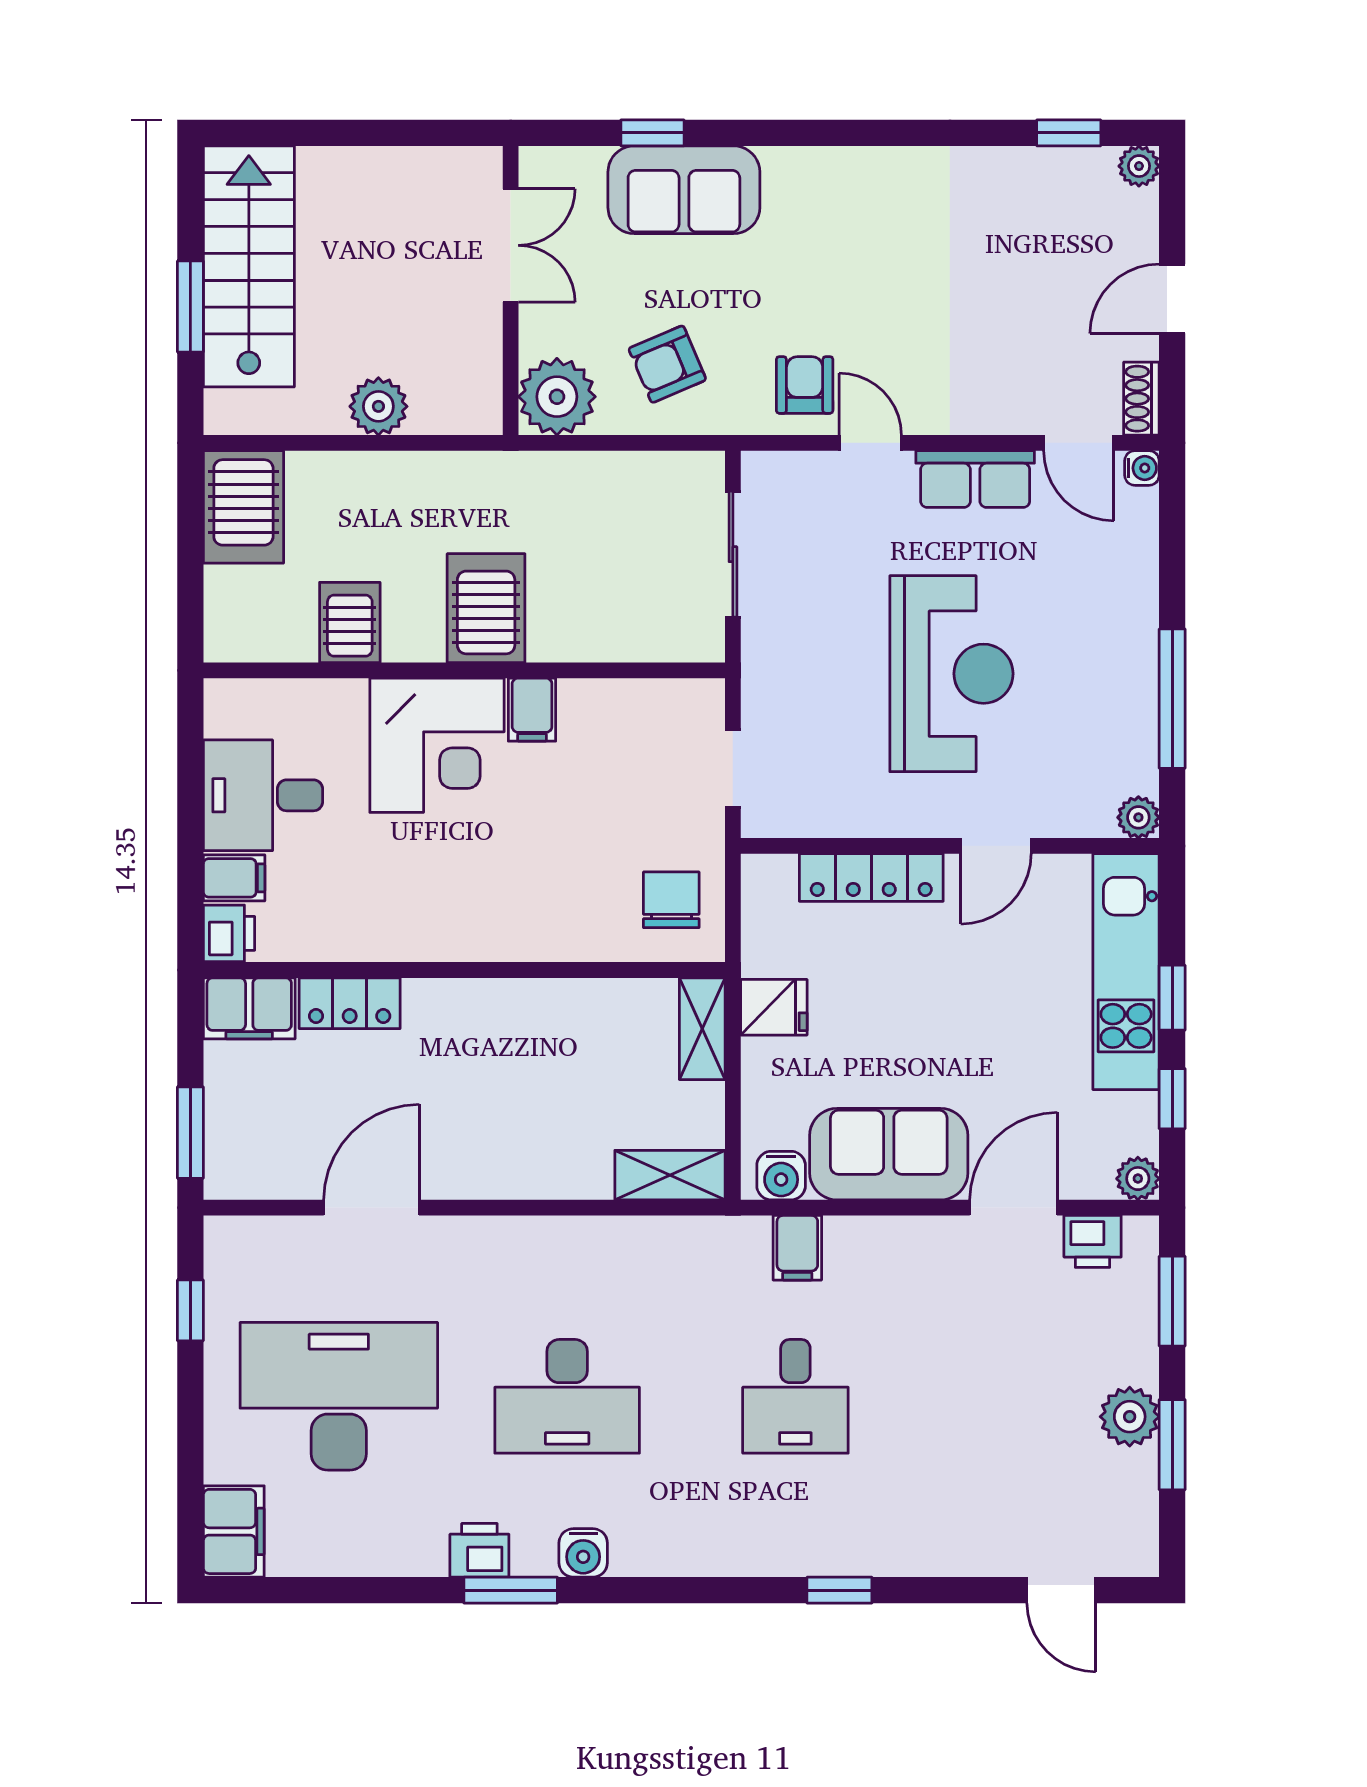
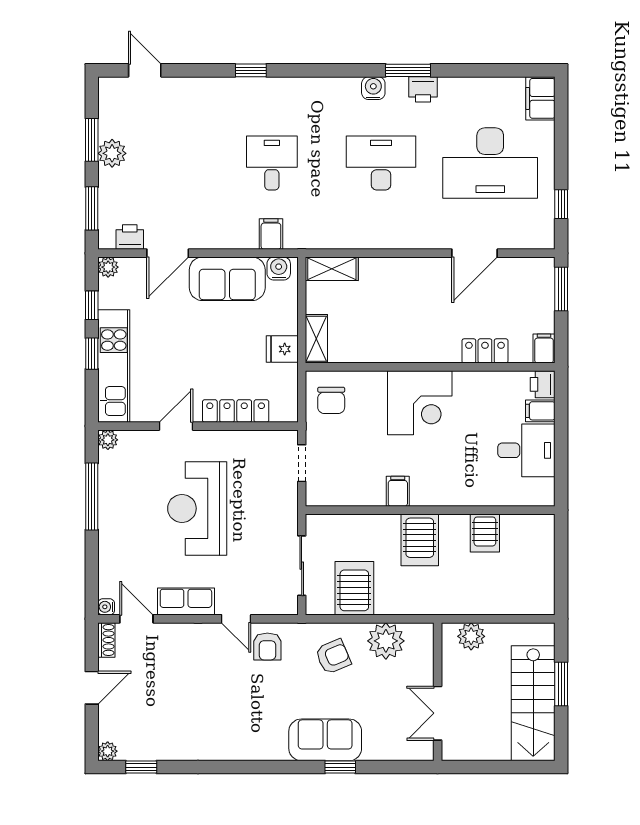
double door: (511, 245) -> (438, 713), moved
wall: (511, 290) -> (438, 692), moved
server rack: (243, 507) -> (354, 588), moved
corner desk: (437, 745) -> (420, 403), moved, turned 180
filing cabinet: (249, 1008) -> (544, 348), width x0.50

